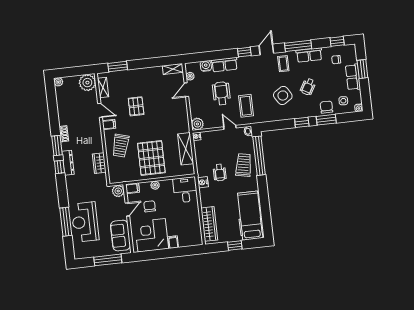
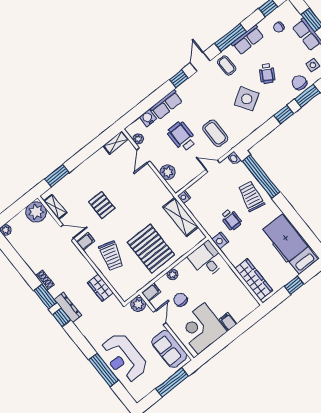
plant: (197, 124) -> (168, 172), moved

